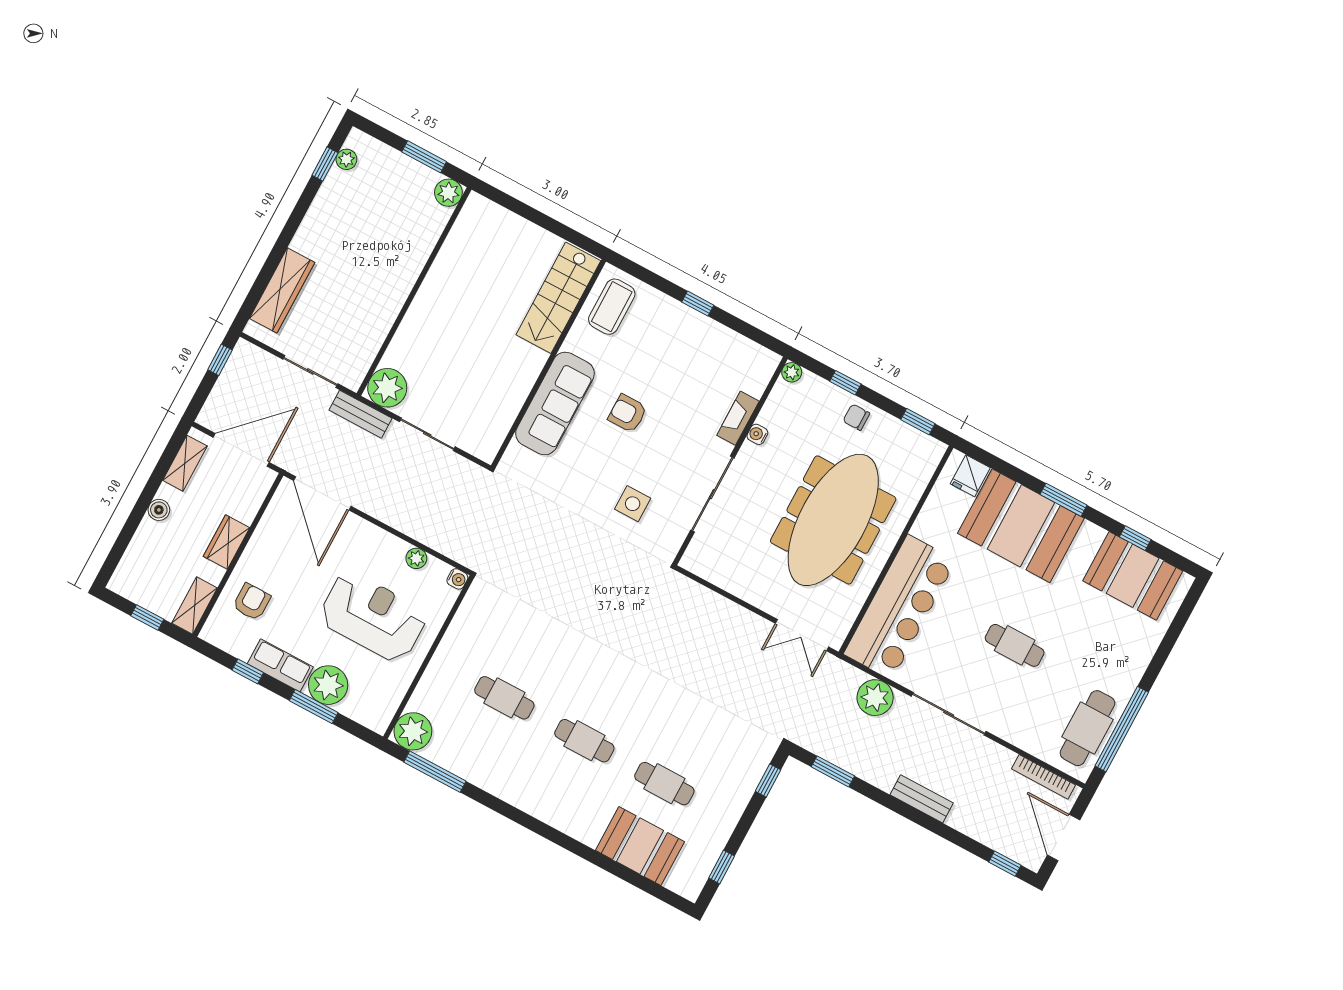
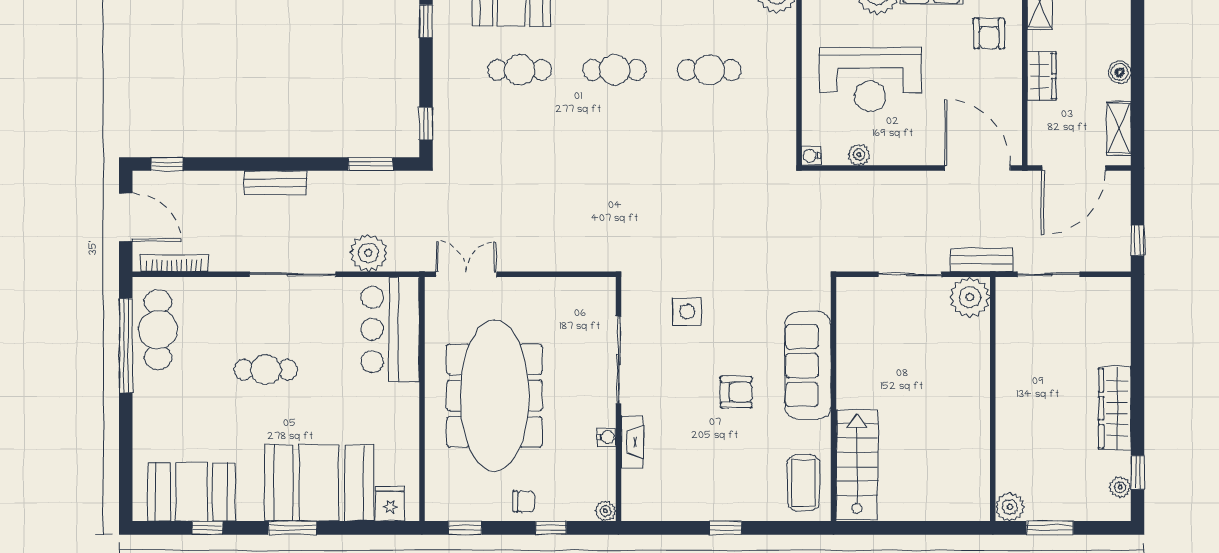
wardrobe: (282, 290) -> (1115, 408), moved
bar counter: (900, 607) -> (390, 329), width x0.73

